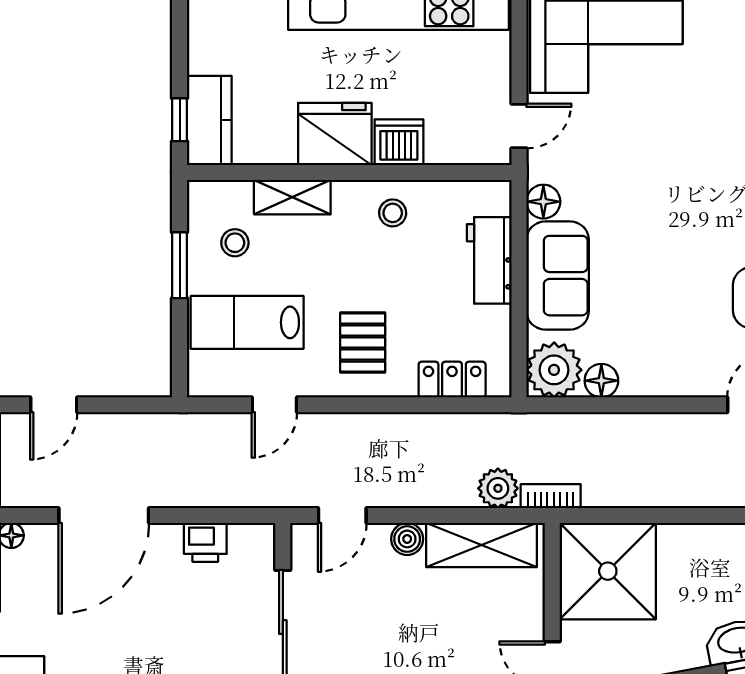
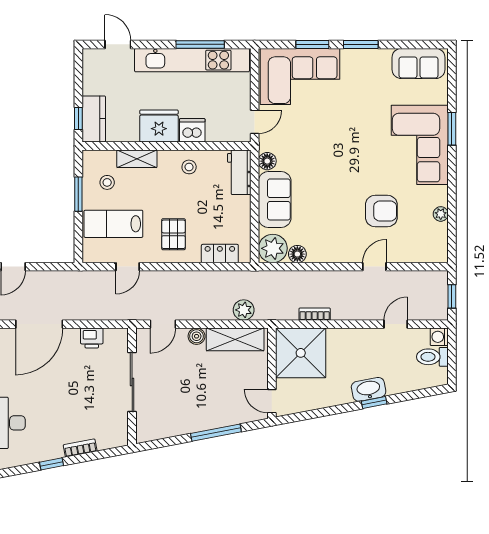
workbench: (489, 260) -> (239, 172), moved
bookcase: (551, 496) -> (315, 314), moved

